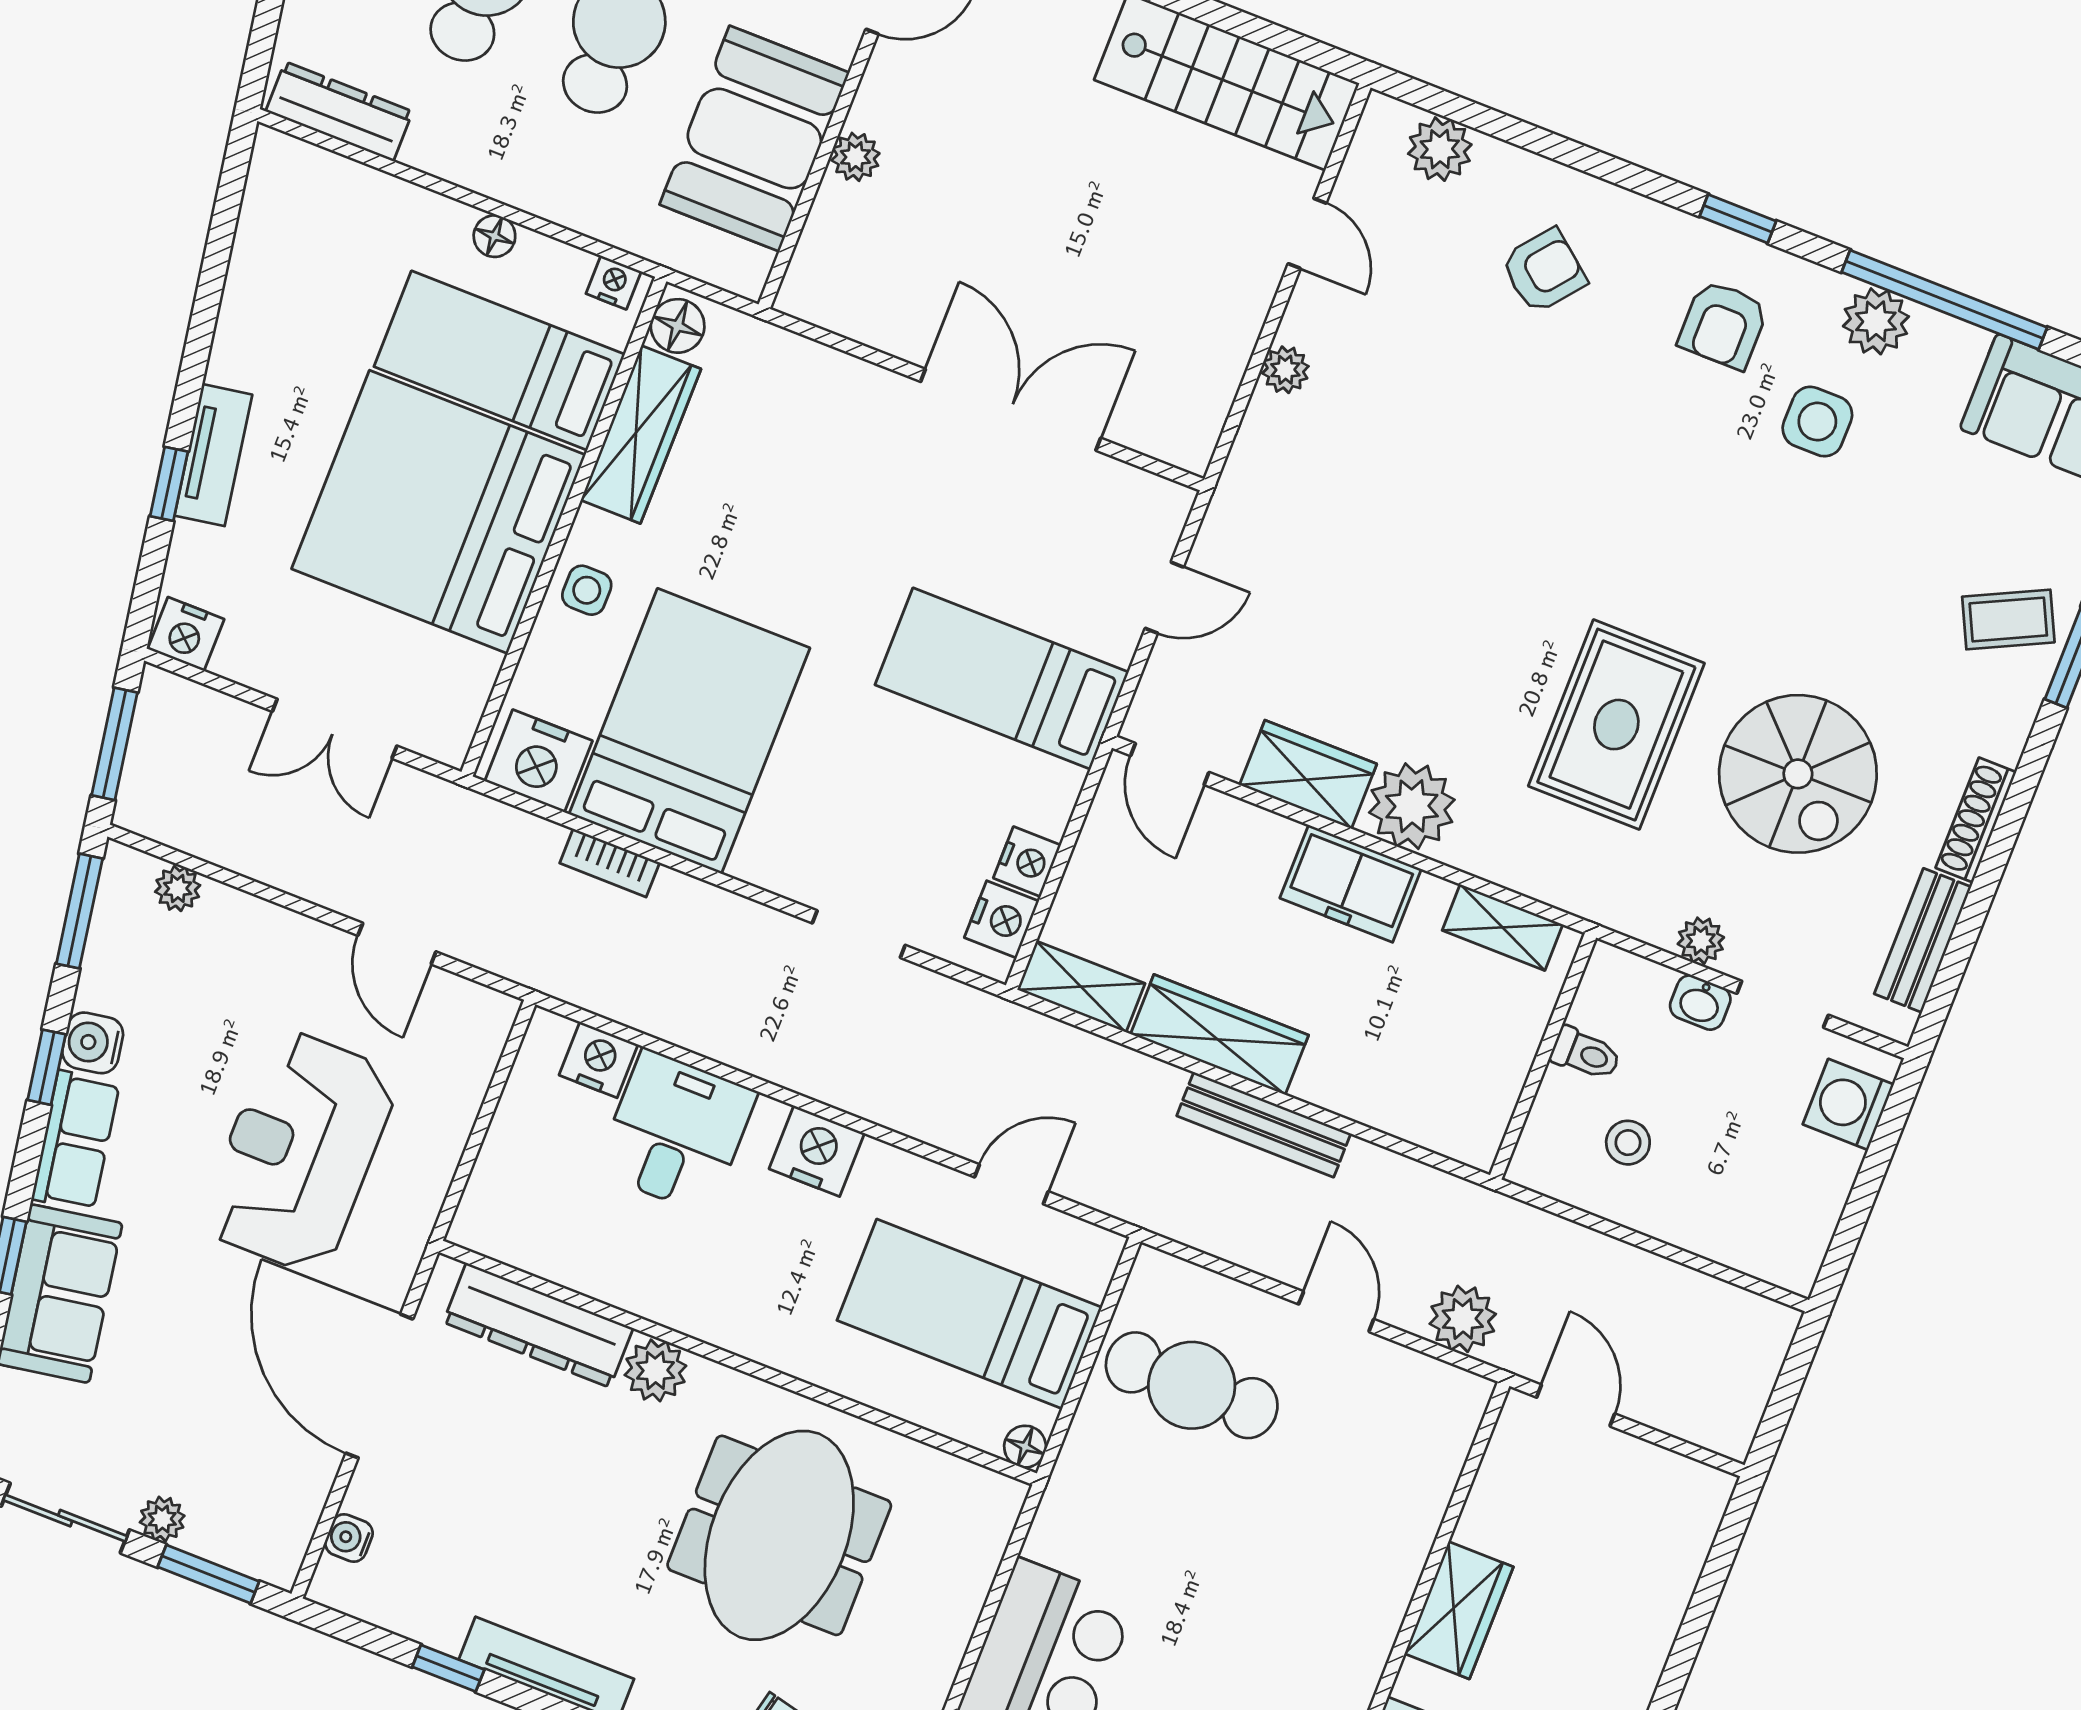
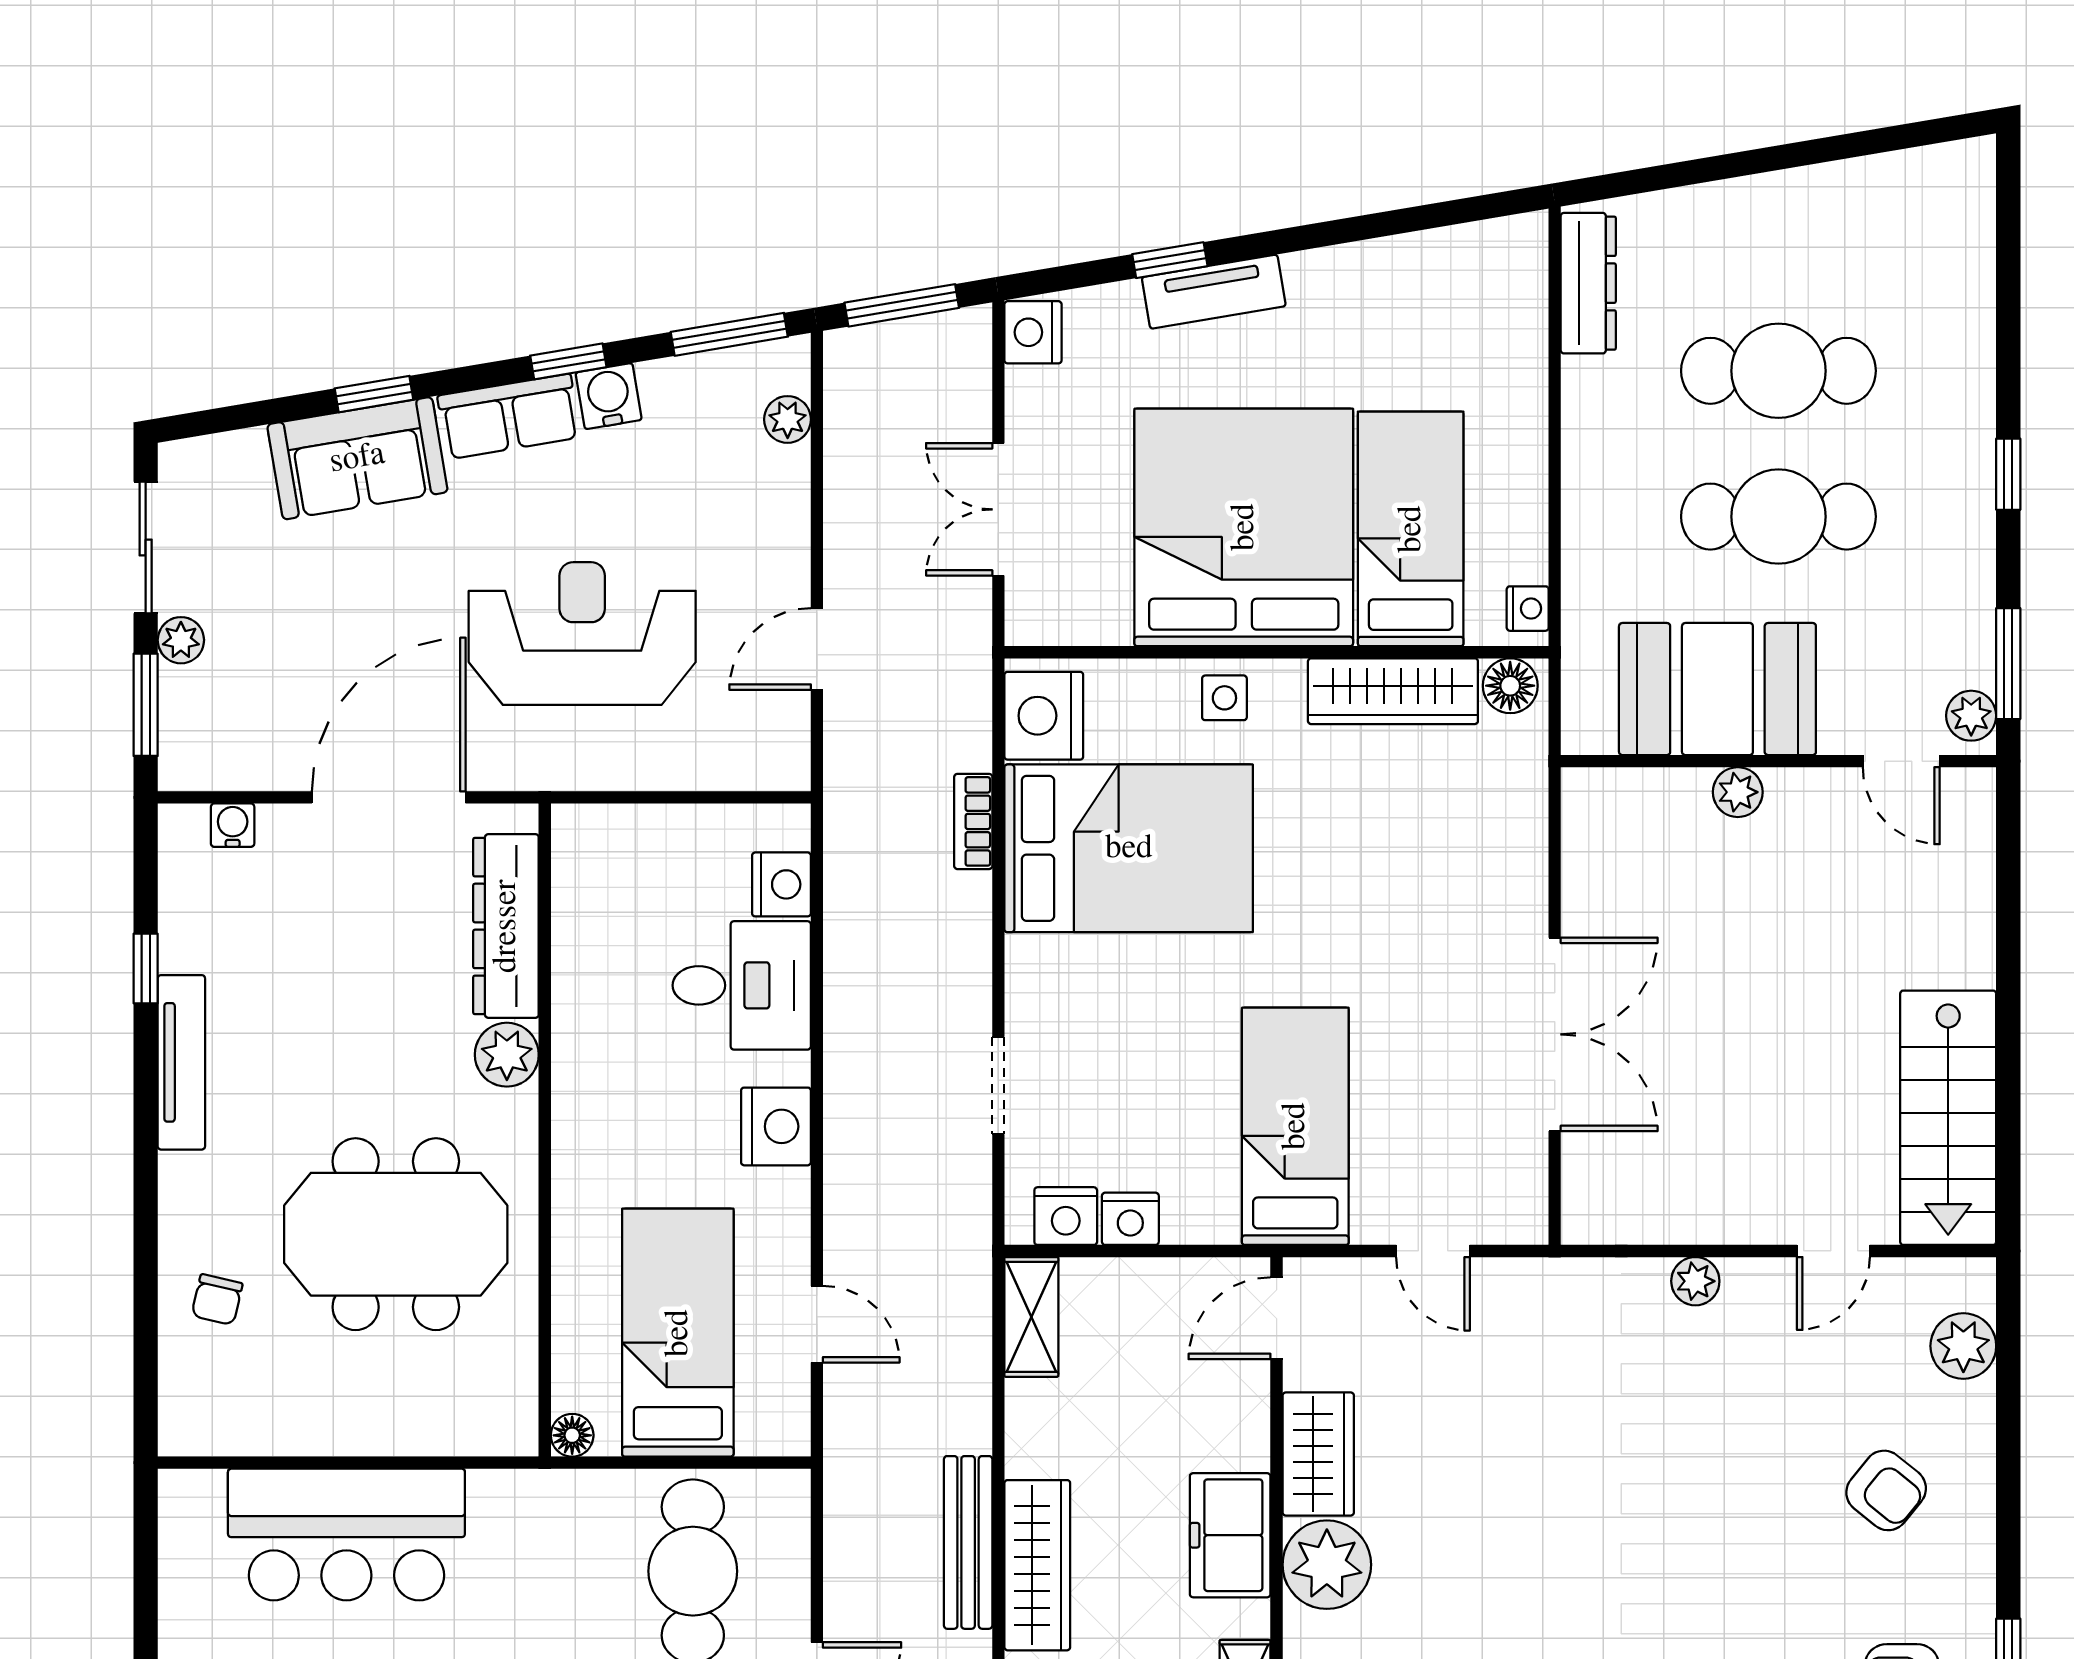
floor lamp: (494, 236) -> (1527, 478), removed
wardrobe: (1220, 1035) -> (1037, 1565), moved

